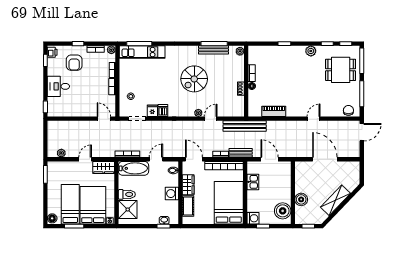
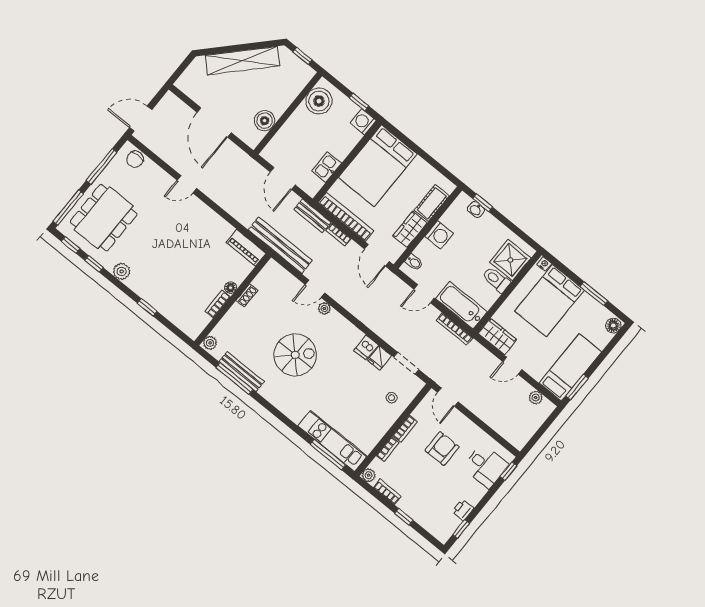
printer: (52, 52) -> (463, 510), moved
armchair: (74, 63) -> (442, 449), moved
dining table: (341, 70) -> (104, 218), width x1.38
desk: (58, 86) -> (486, 466), moved
piano: (274, 111) -> (246, 248), moved
boiler: (301, 199) -> (265, 121), moved
shelving: (335, 200) -> (243, 61), width x1.47
bed: (70, 204) -> (570, 367), moved, turned 180

